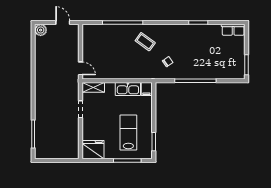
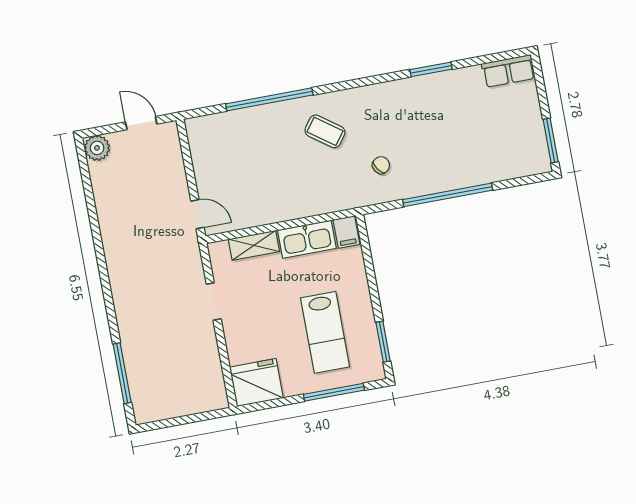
shelving: (93, 87) -> (254, 245), moved
lab bench: (128, 133) -> (325, 332), turned 180

